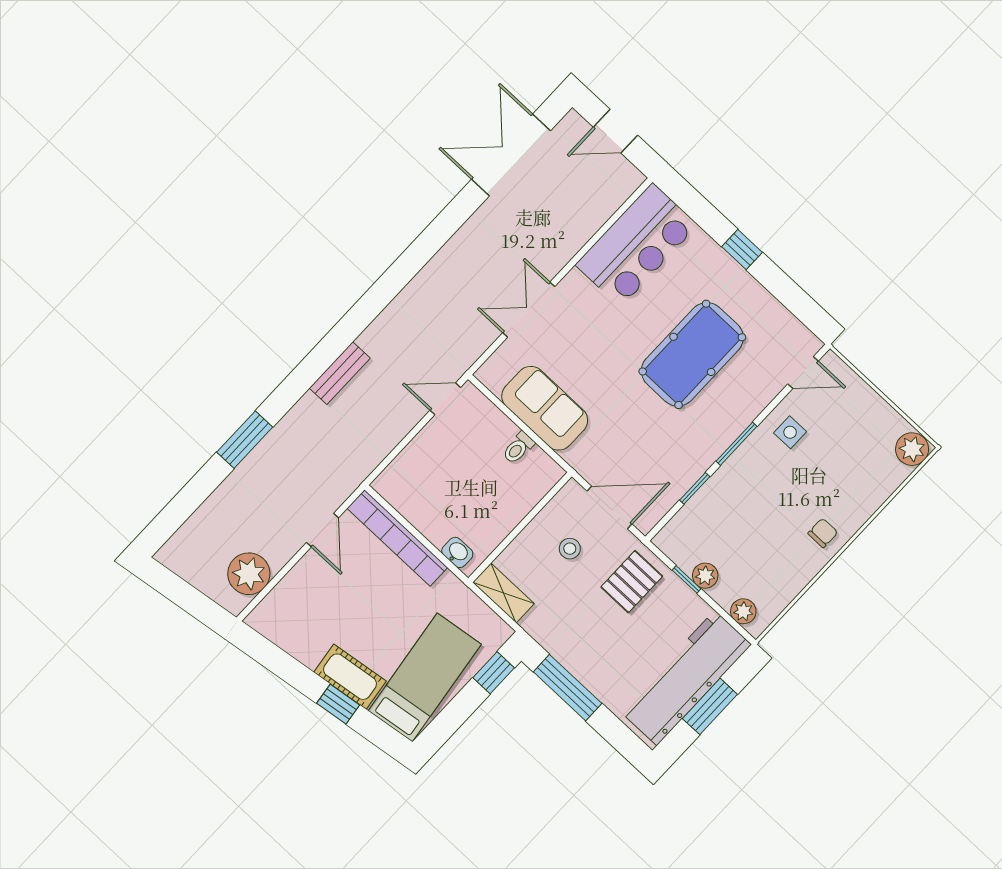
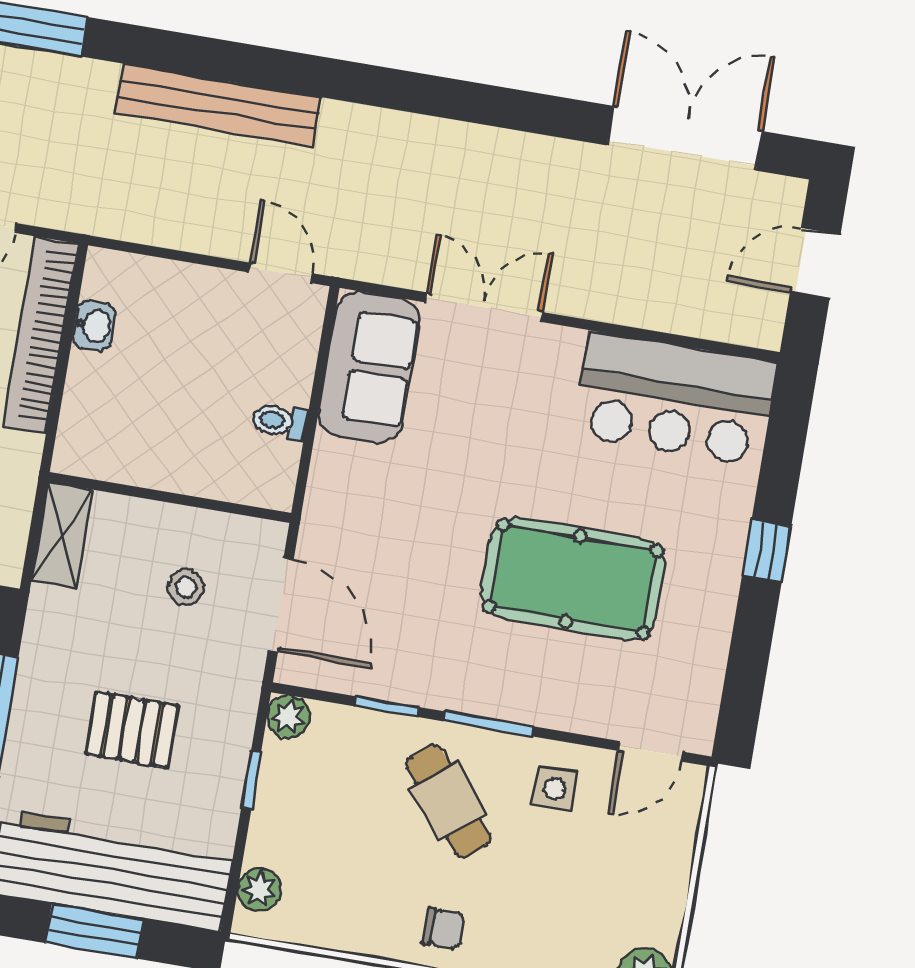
door: (615, 131) -> (815, 263), hinge flipped
bench: (340, 373) -> (218, 105), width x1.86, depth x1.21
door: (803, 373) -> (651, 751), hinge flipped
sofa: (545, 408) -> (369, 367), moved
cafe table: (761, 489) -> (448, 801), added
washbasin: (457, 552) -> (94, 325), moved
plant: (705, 576) -> (289, 717), moved
pallet: (632, 582) -> (132, 730), moved

